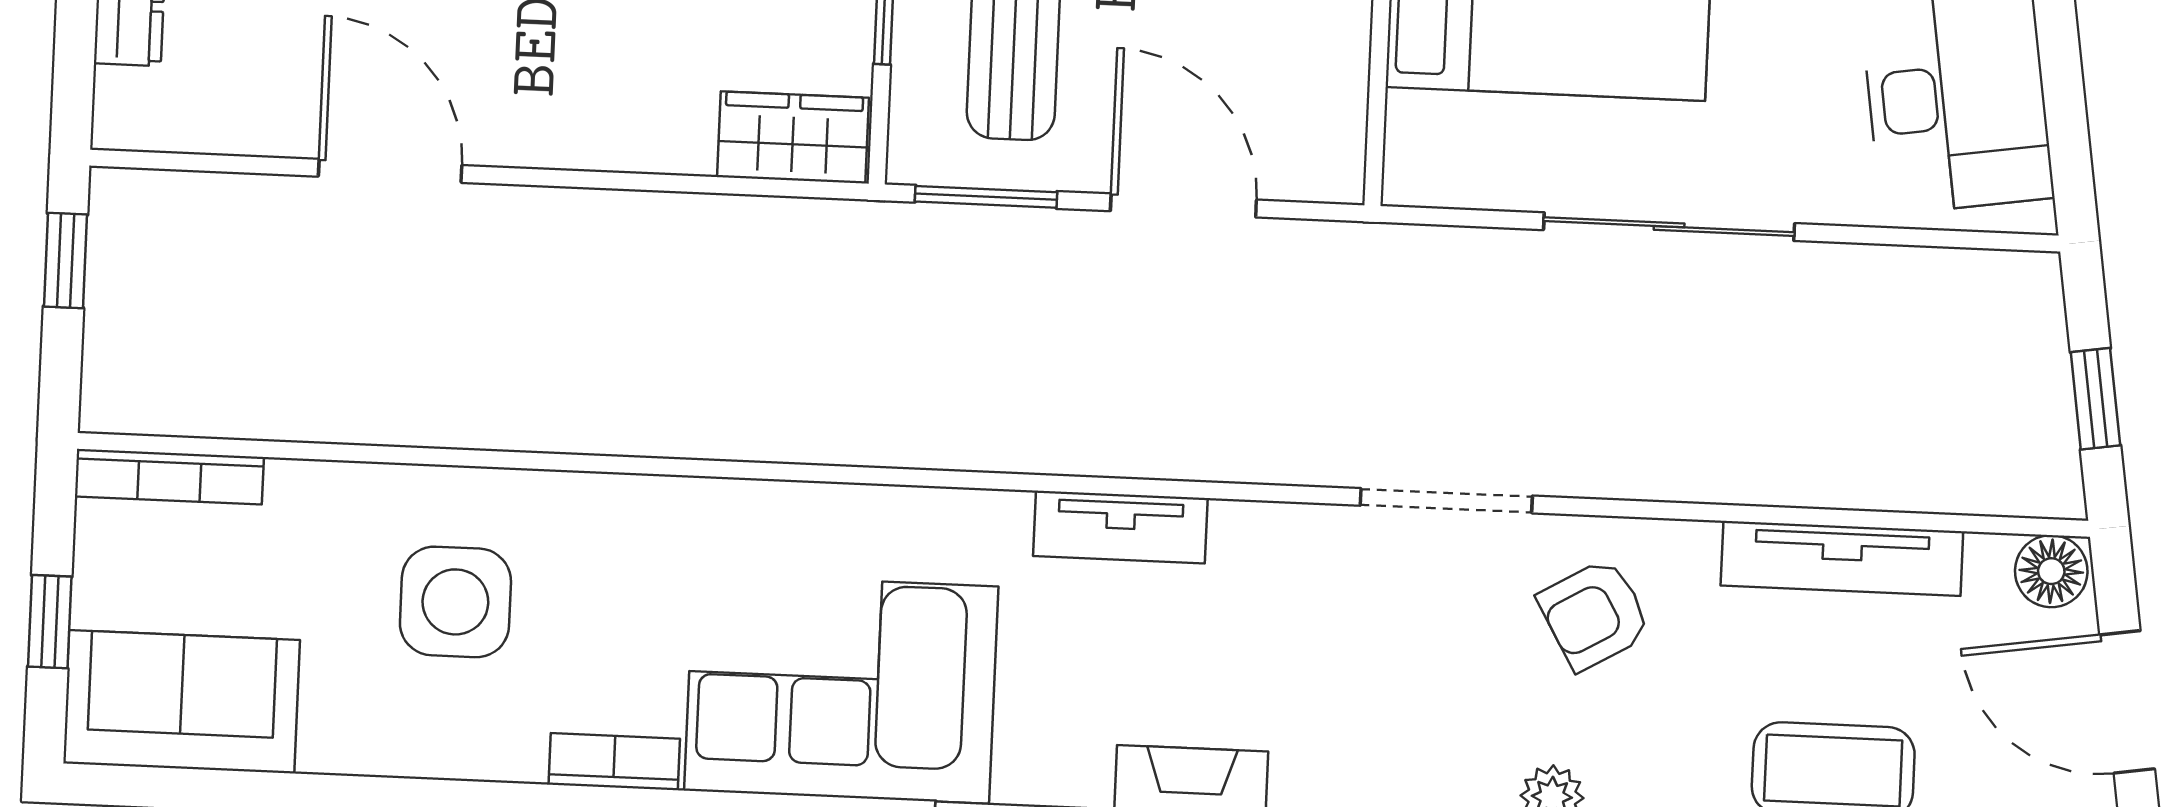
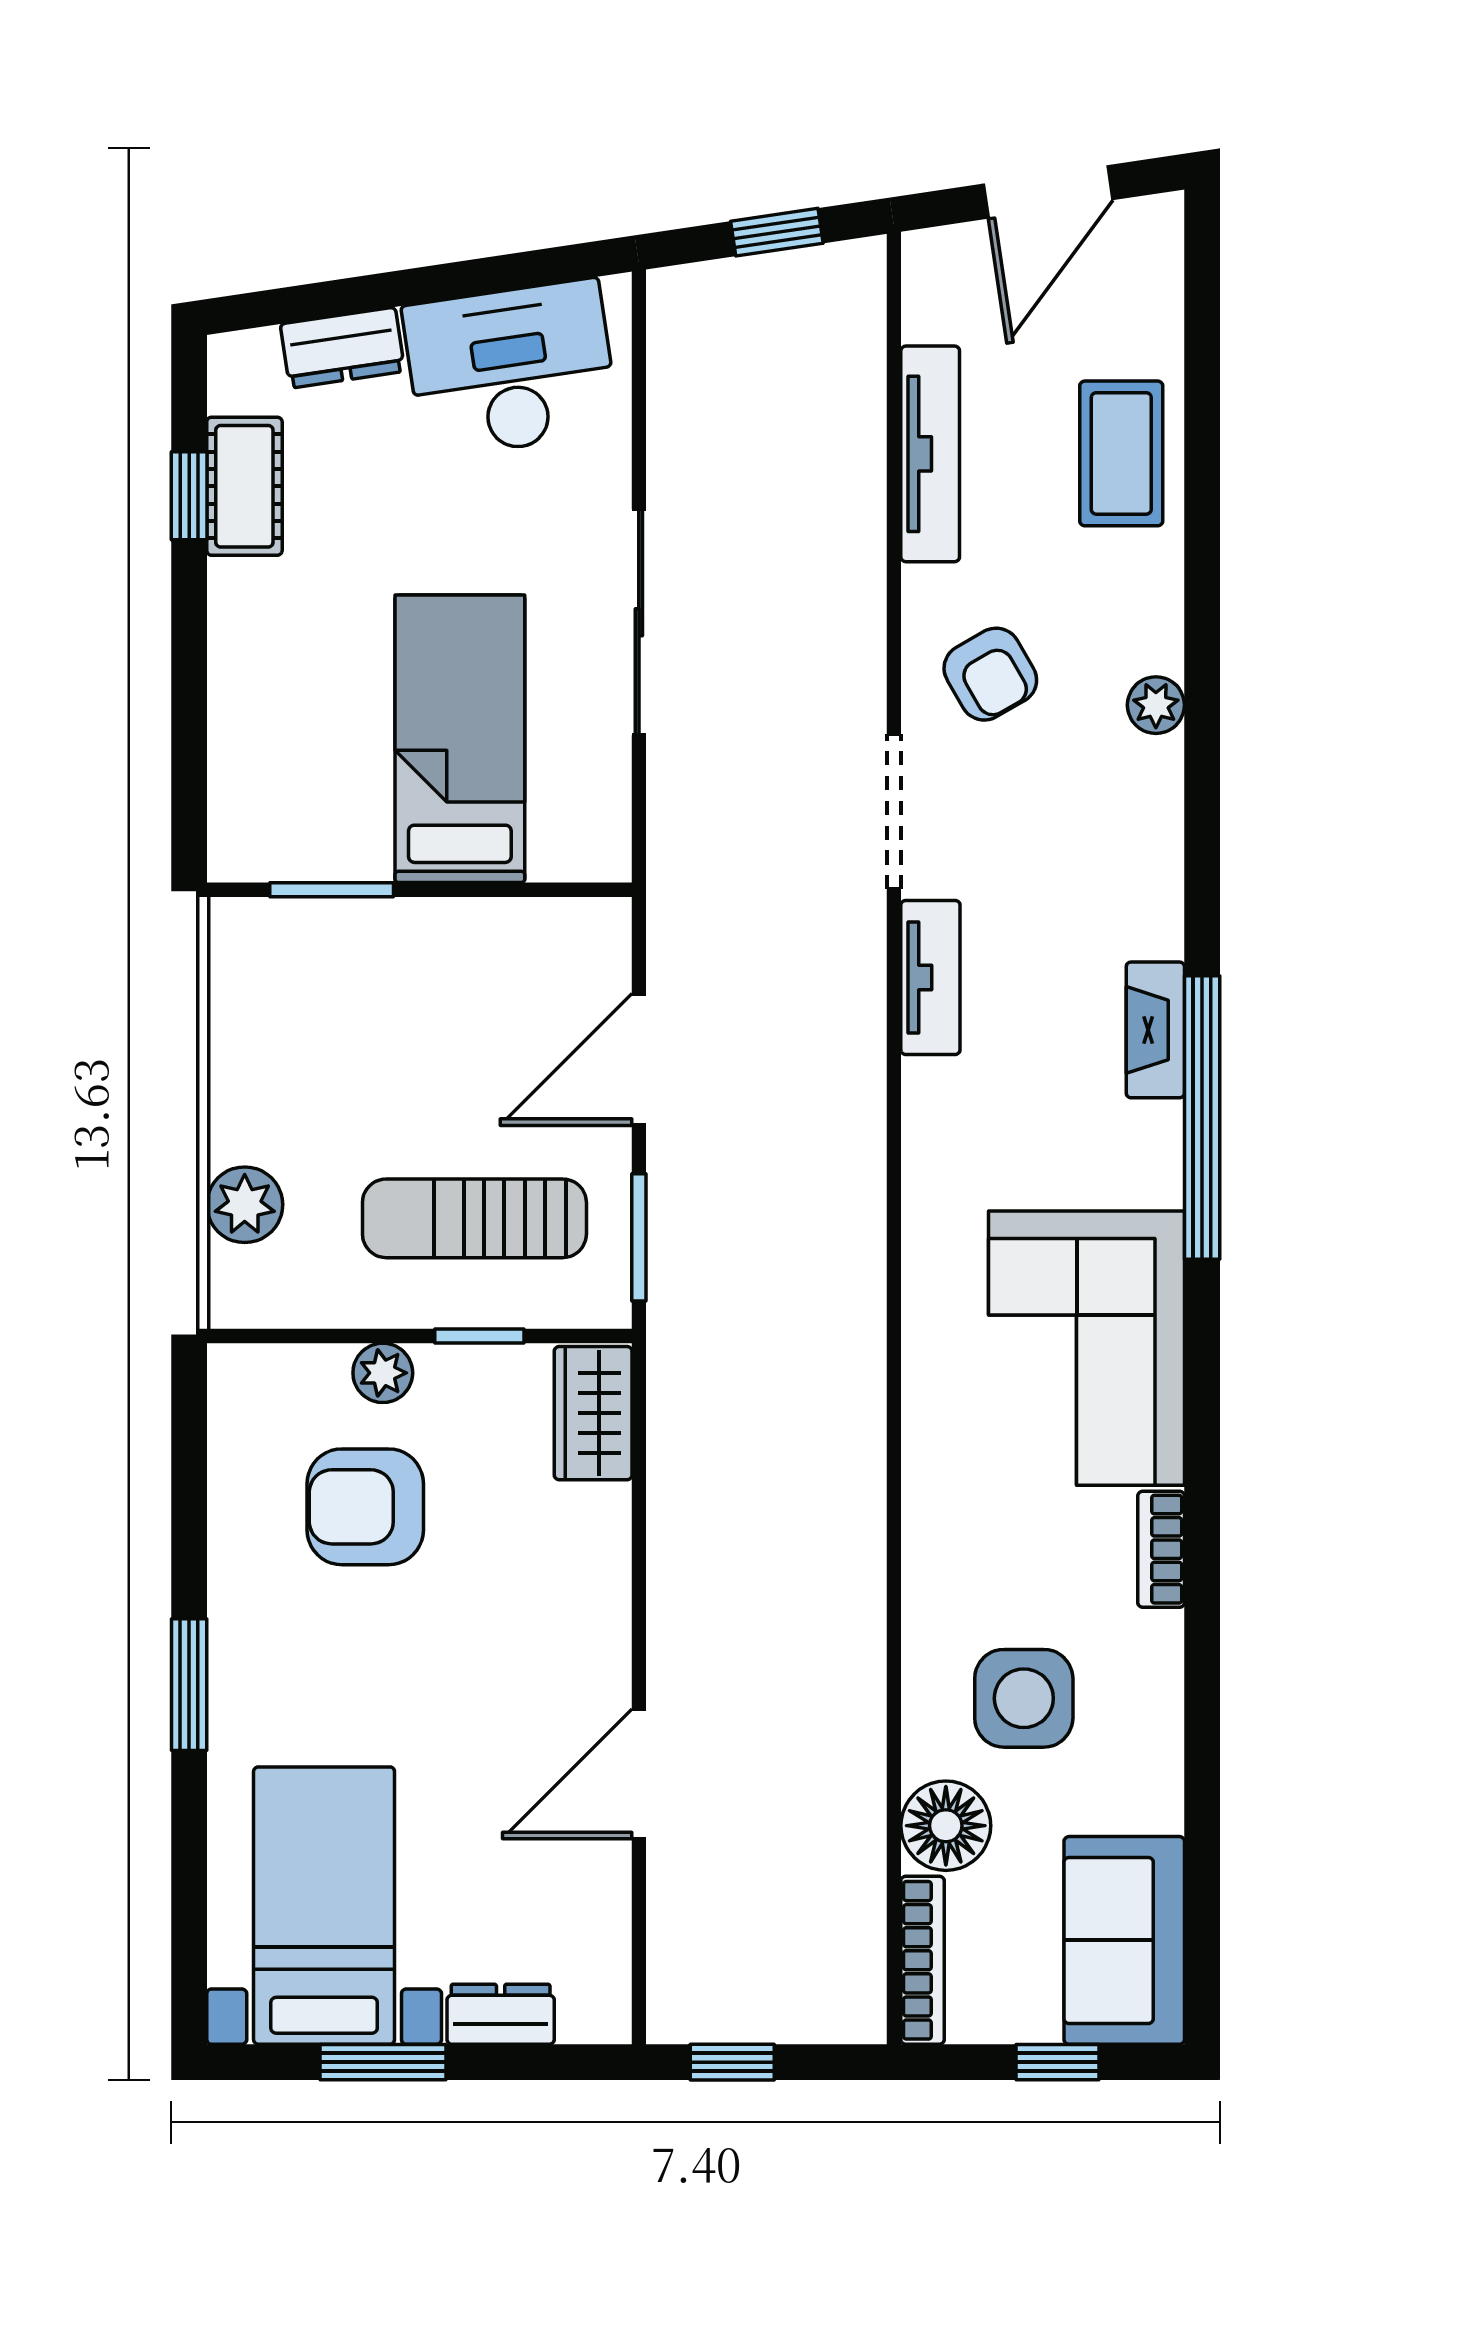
tv unit: (1120, 527) -> (930, 977), moved
floor lamp: (2051, 571) -> (946, 1826), moved, width x1.38, depth x1.38

